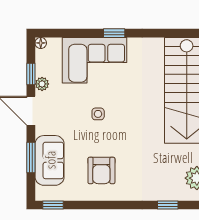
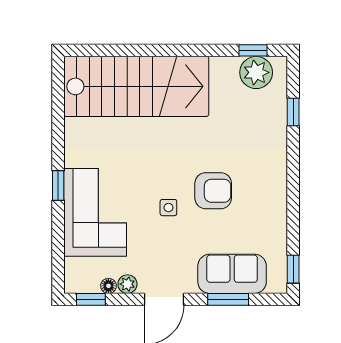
floor lamp: (41, 43) -> (108, 286), moved
window: (31, 74) -> (91, 299), moved
armchair: (101, 170) -> (213, 191), moved

